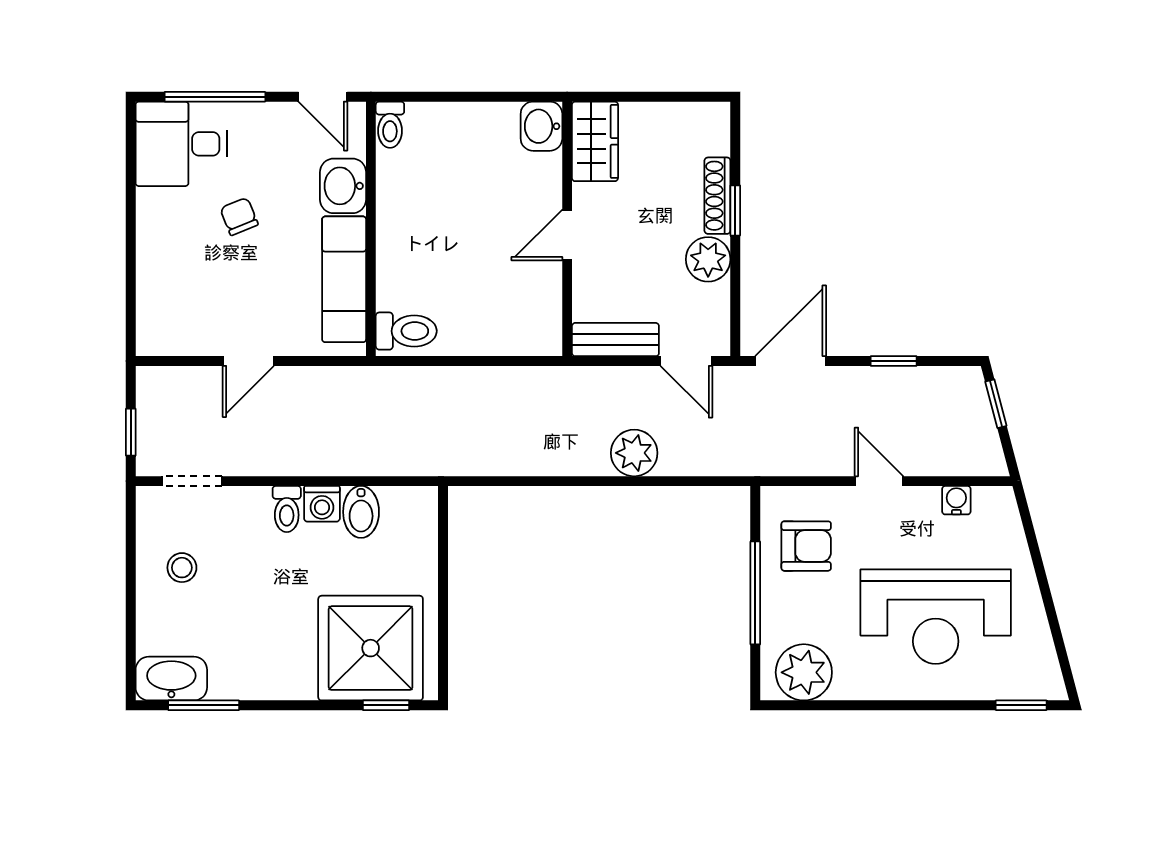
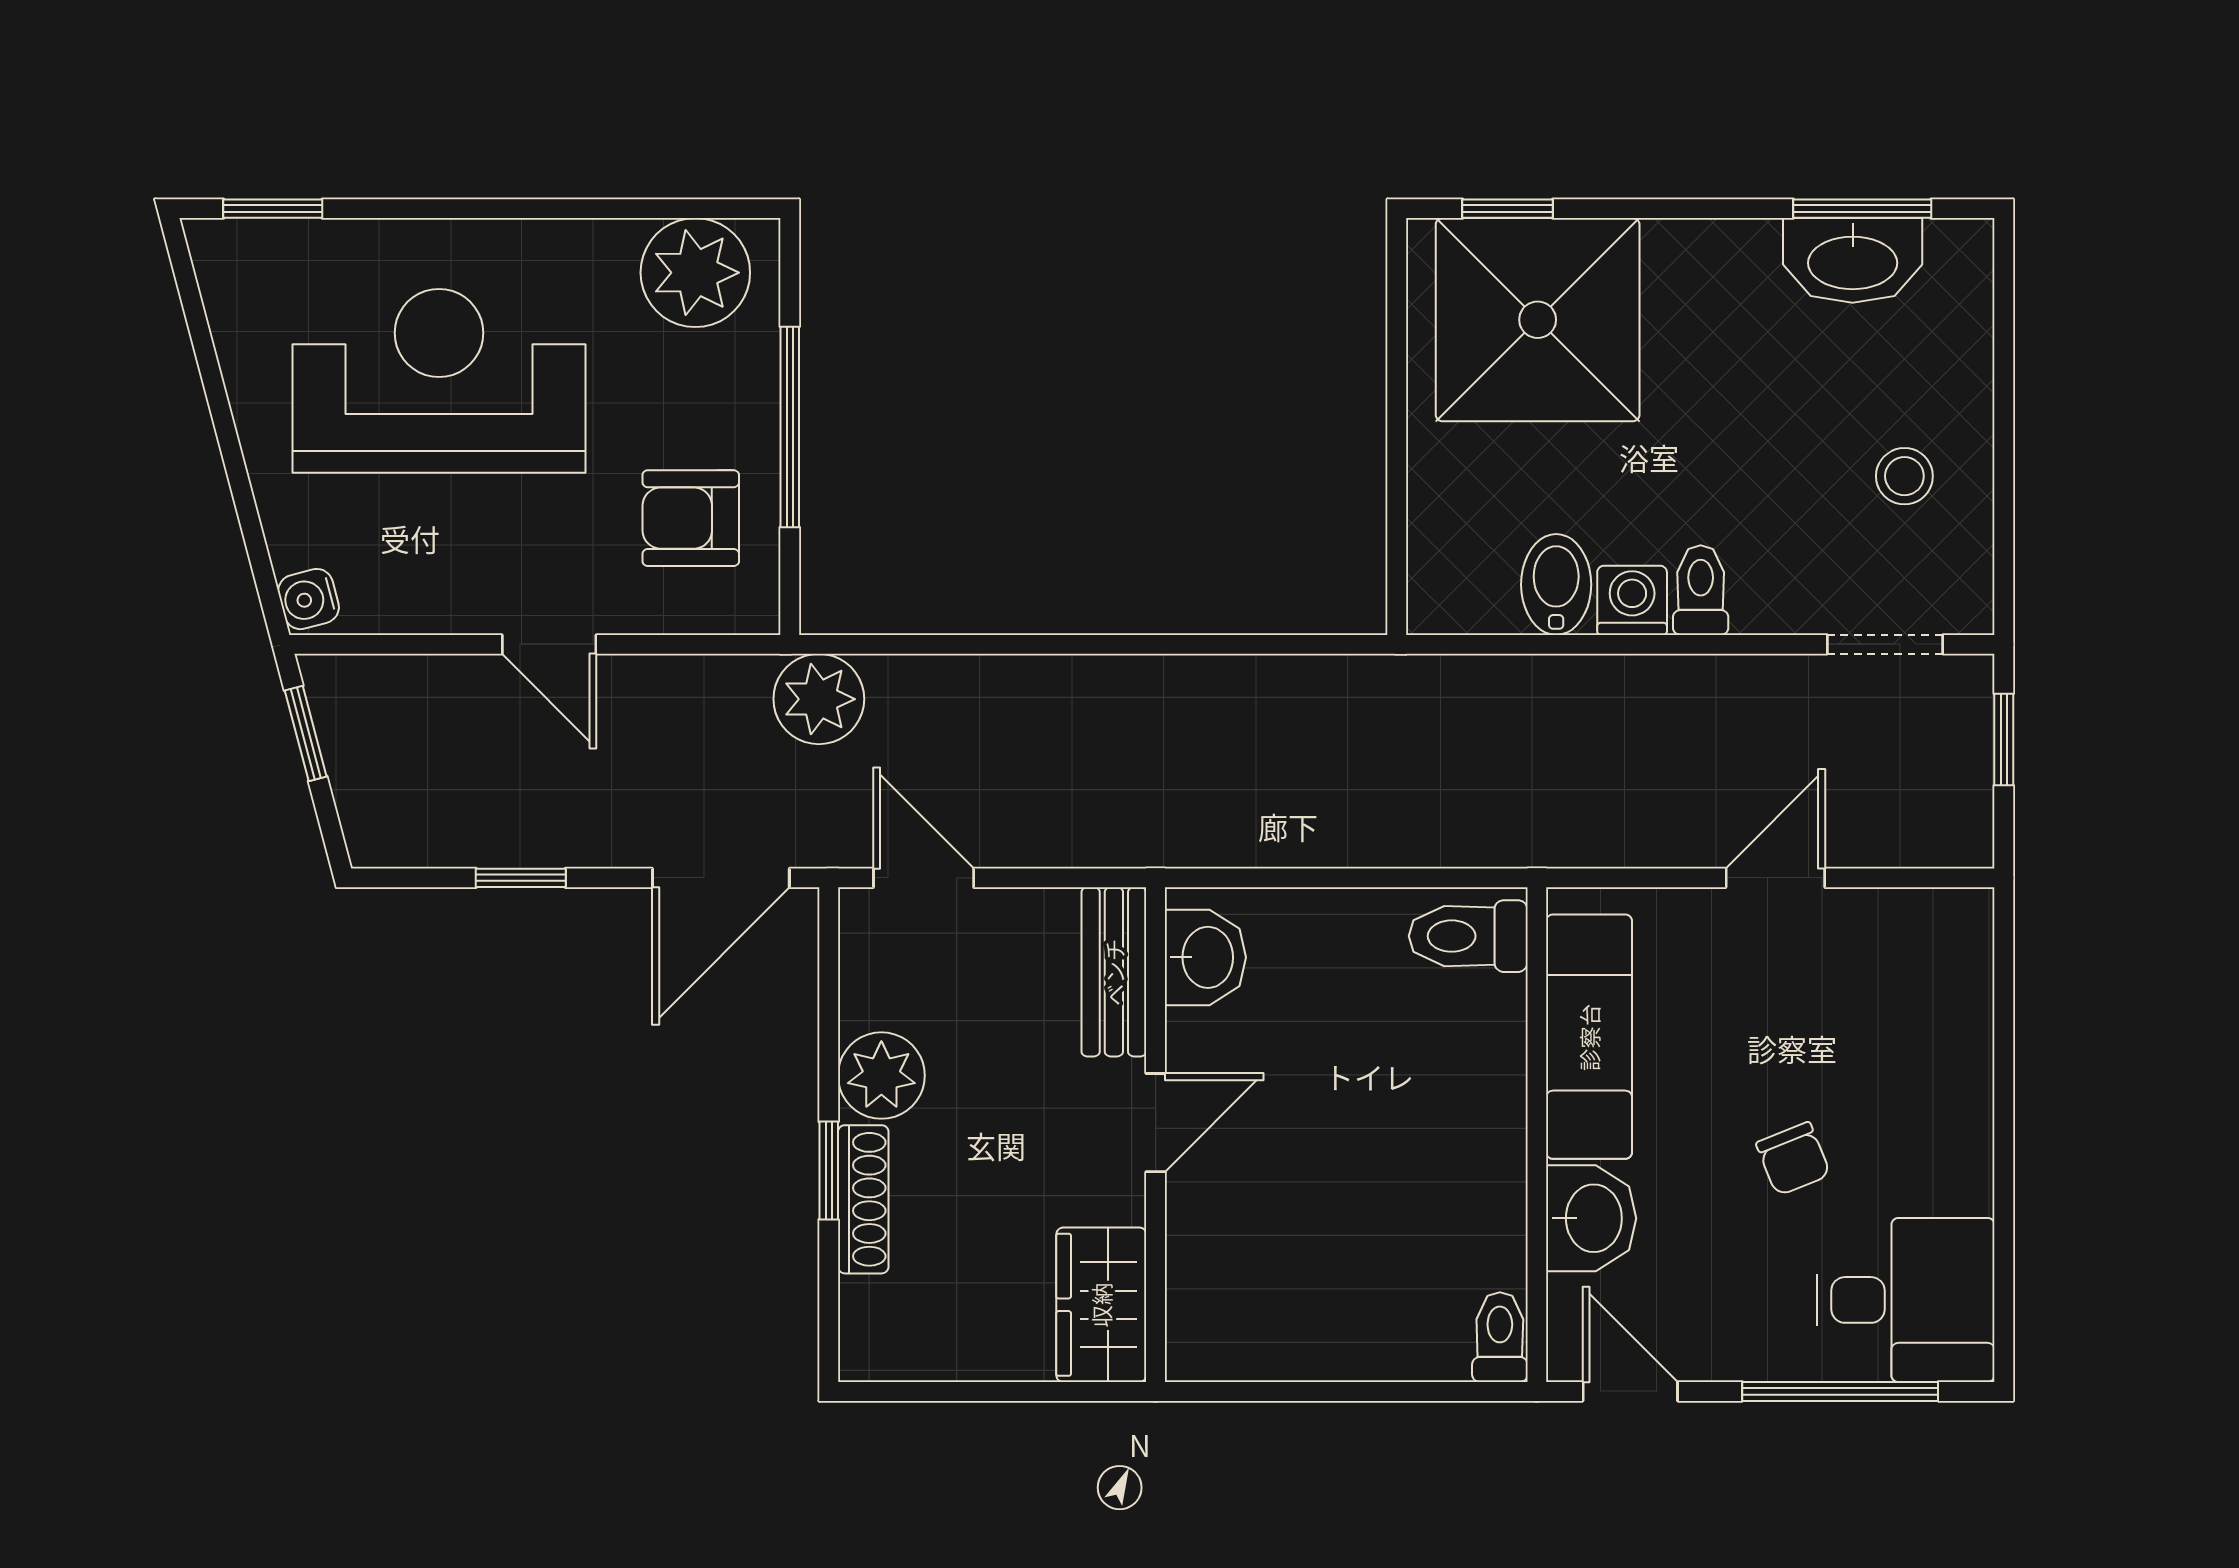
washbasin: (541, 126) -> (1205, 957), moved
bench: (615, 340) -> (1114, 972), moved, turned 90
window: (996, 404) -> (306, 733), moved
plant: (634, 453) -> (819, 699), moved
water cooler: (956, 500) -> (309, 599), moved, turned 75
washbasin: (171, 679) -> (1853, 260), moved

